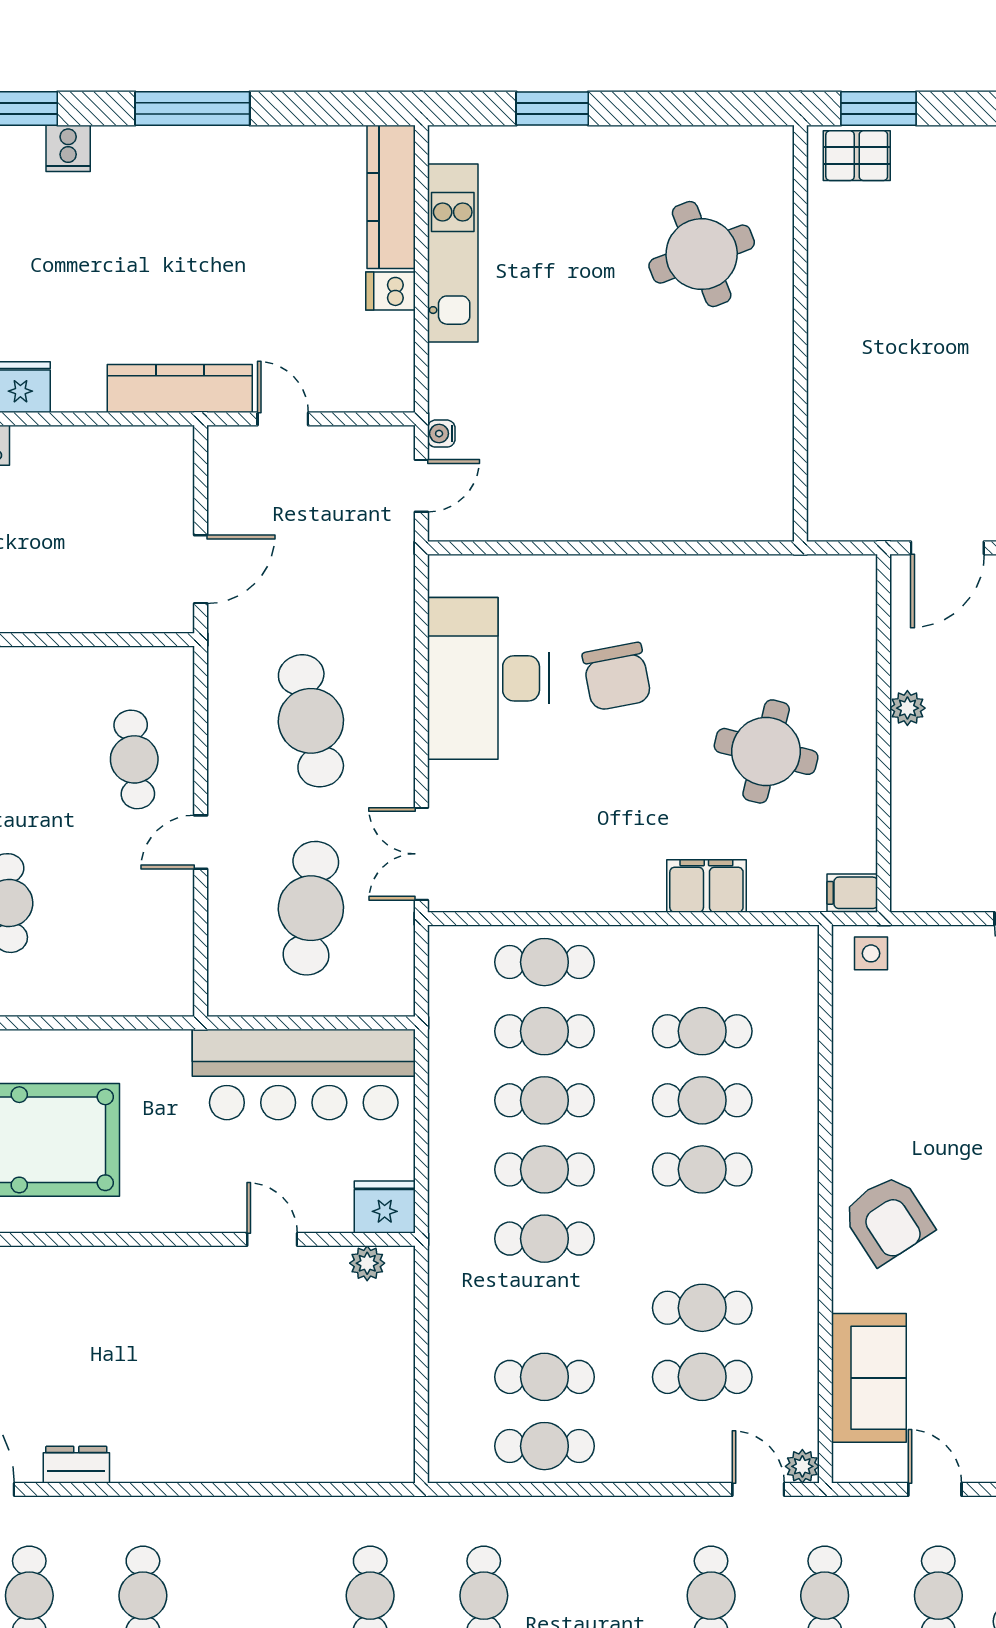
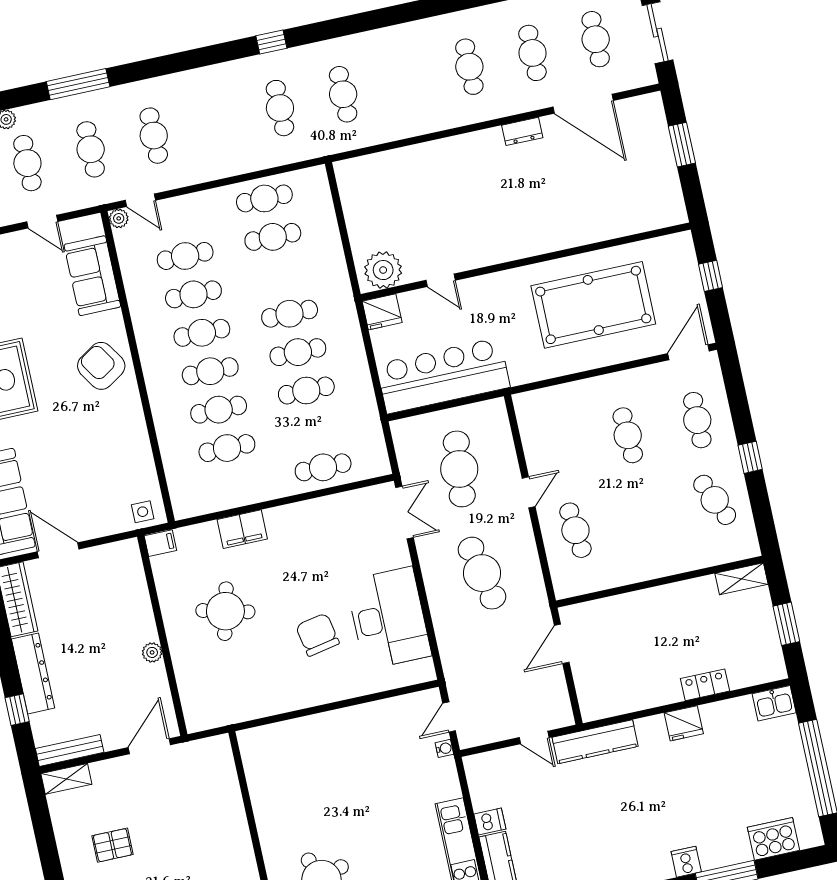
cafe table: (544, 1031) -> (202, 333), moved
plant: (367, 1263) -> (383, 270), width x1.87, depth x1.87

